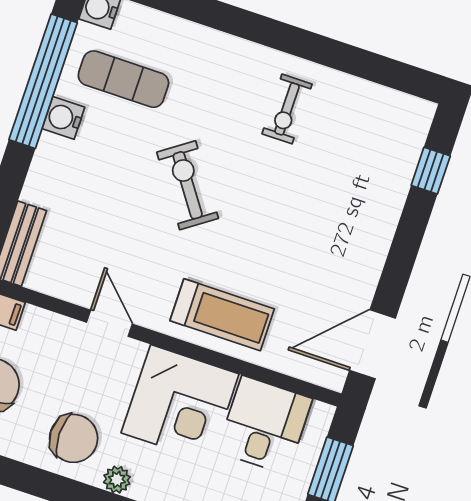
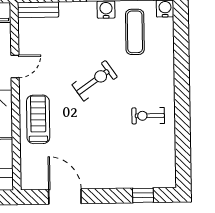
treadmill: (222, 315) -> (38, 119), turned 180
door: (373, 344) -> (65, 197), moved

